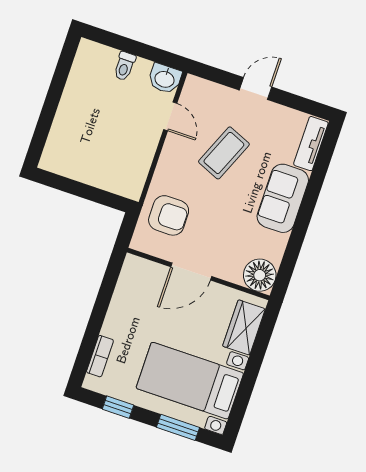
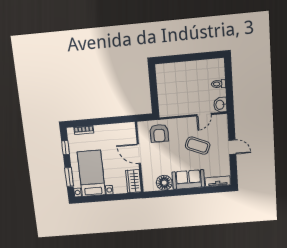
floor lamp: (260, 275) -> (164, 183), moved
wardrobe: (244, 327) -> (133, 181), moved, turned -90

